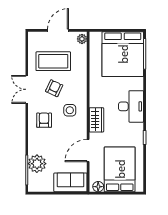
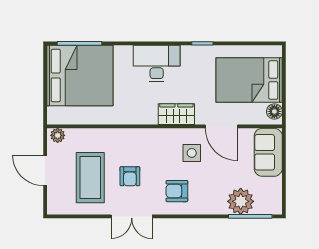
armchair: (54, 88) -> (130, 176), turned -115
side table: (70, 110) -> (192, 153), moved

